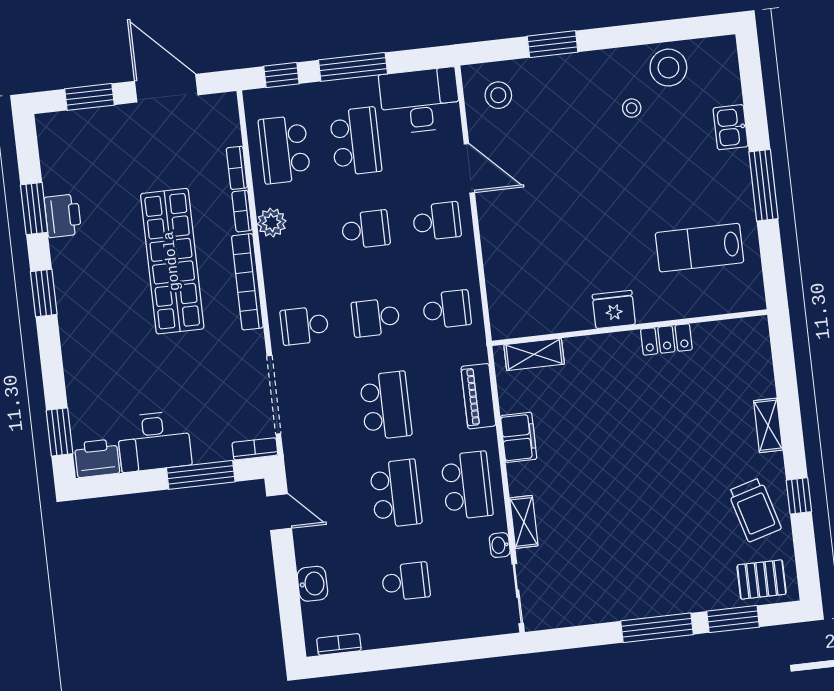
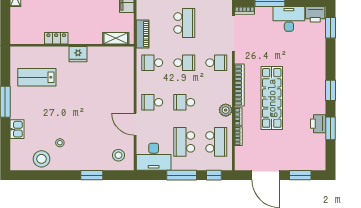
lab bench: (699, 248) -> (37, 77), turned 180
piano: (478, 396) -> (143, 34), moved
school desk: (386, 406) -> (184, 23), turned 180

